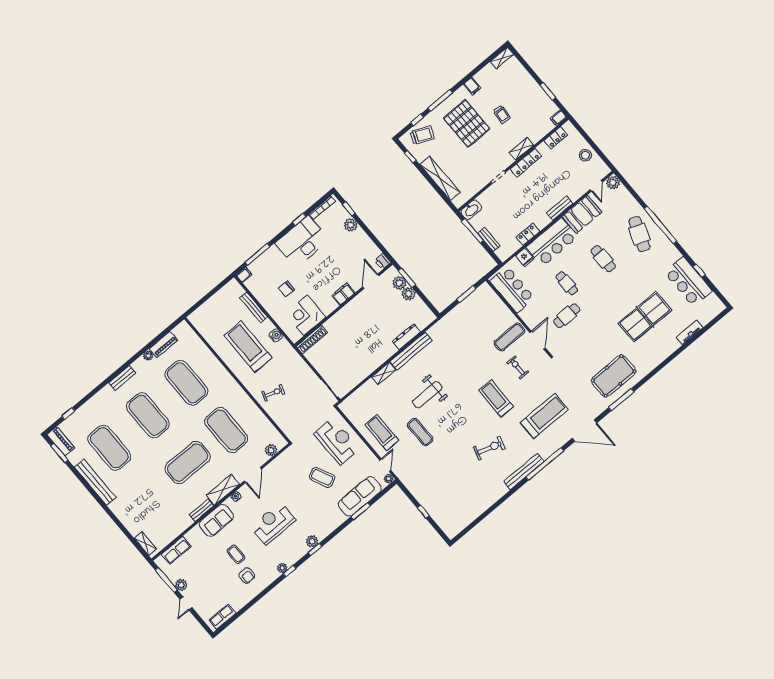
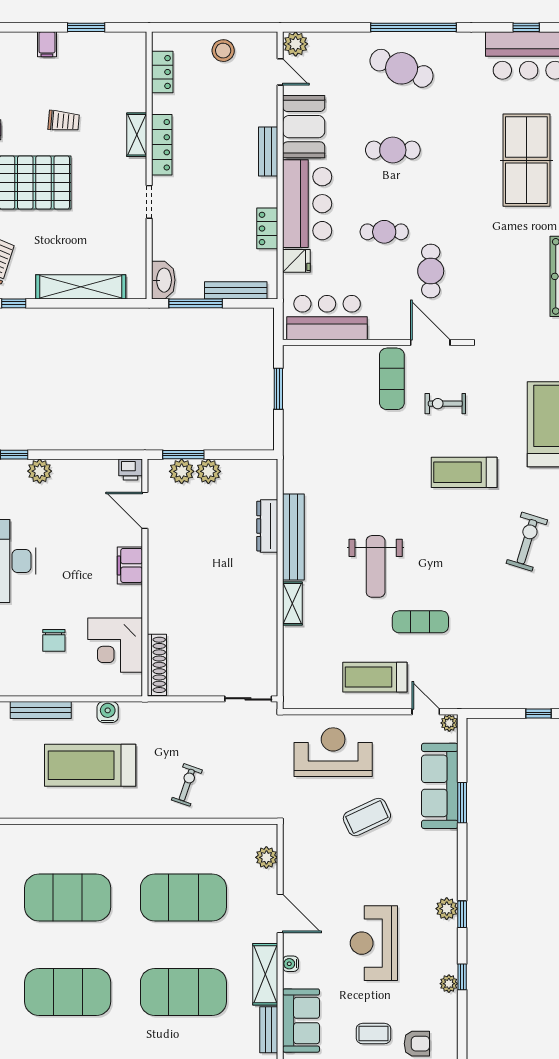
filing cabinet: (558, 118) -> (47, 44), moved
bench: (489, 239) -> (236, 290), width x1.36
exercise mat: (188, 463) -> (183, 992), turned 90

